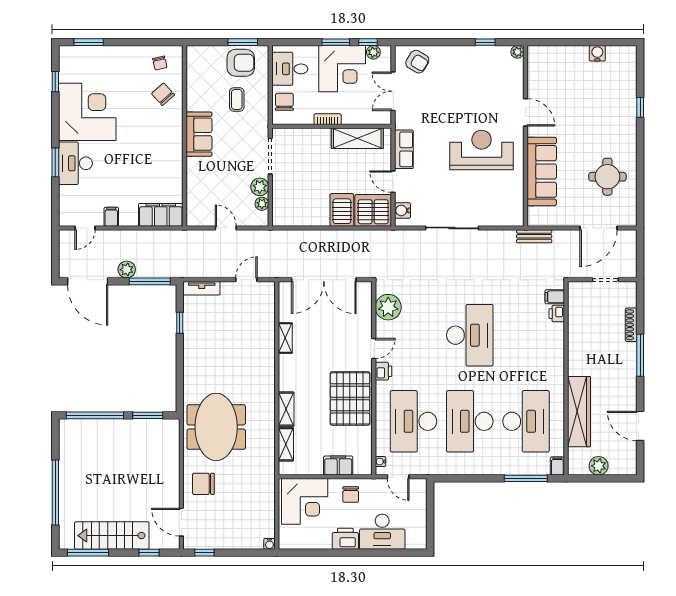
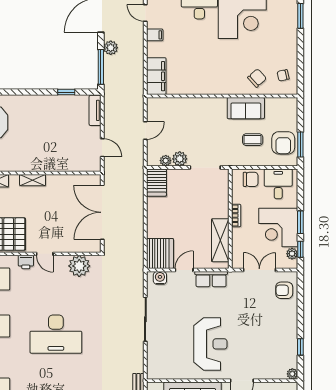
armchair: (417, 62) -> (284, 290), turned 59
sofa: (199, 134) -> (246, 108), moved
server rack: (342, 210) -> (156, 183), moved, turned 90
shelving: (285, 338) -> (33, 180), moved

